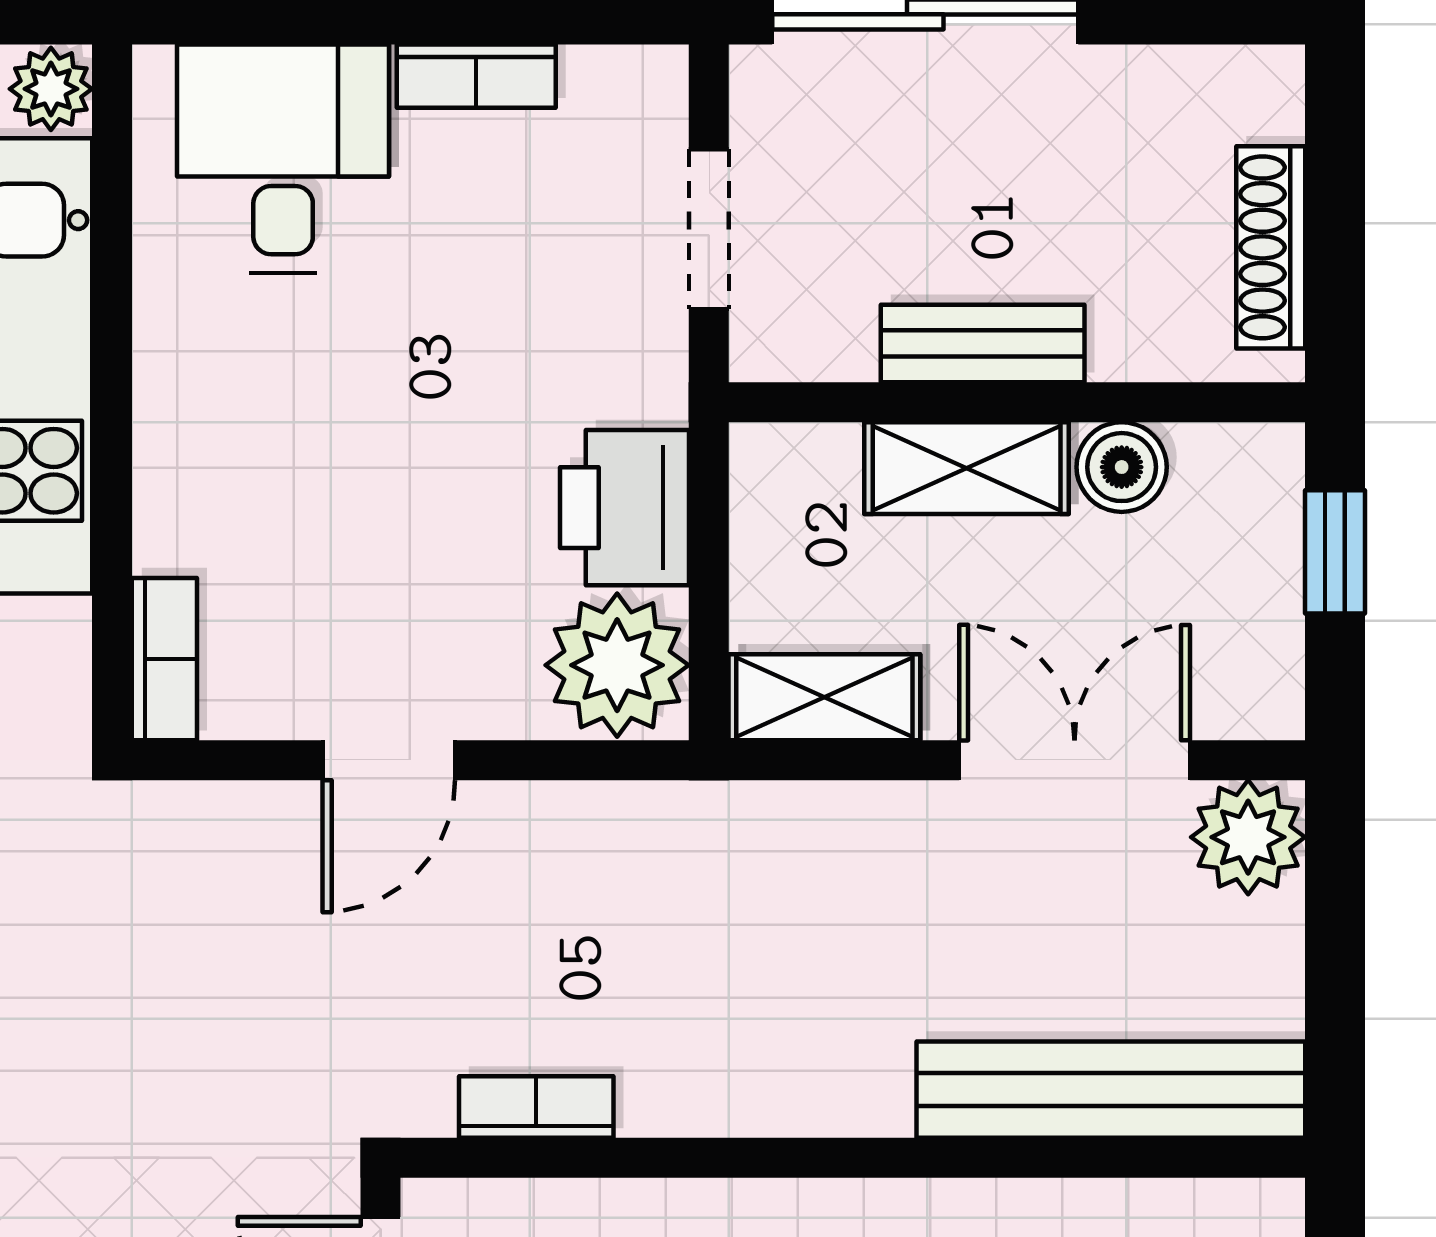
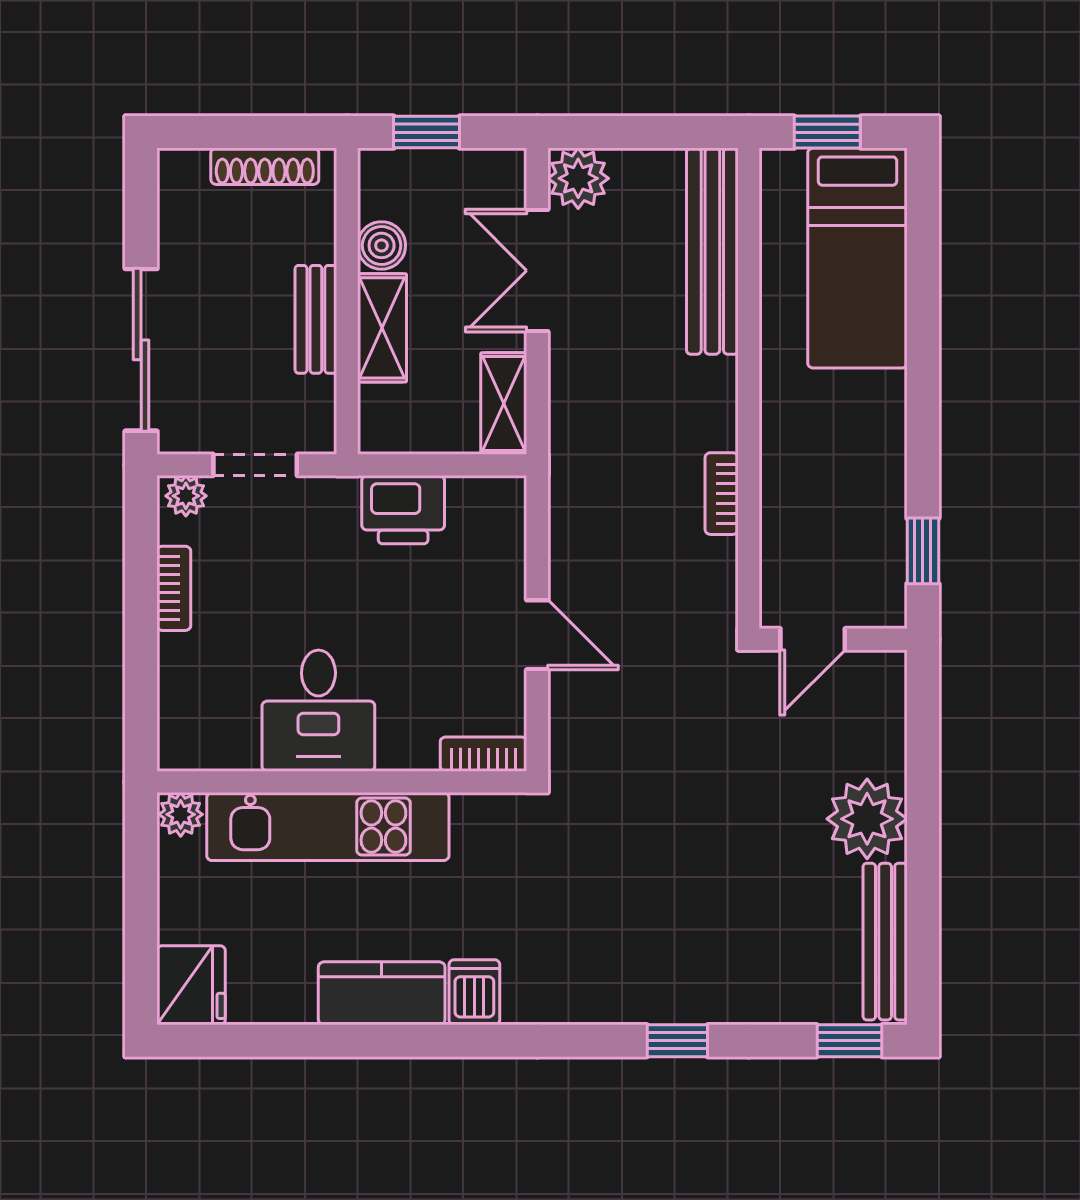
desk: (283, 158) -> (318, 711), moved, turned -90
plant: (617, 665) -> (186, 496), moved, width x0.53, depth x0.53
bookcase: (536, 1107) -> (722, 494), moved

